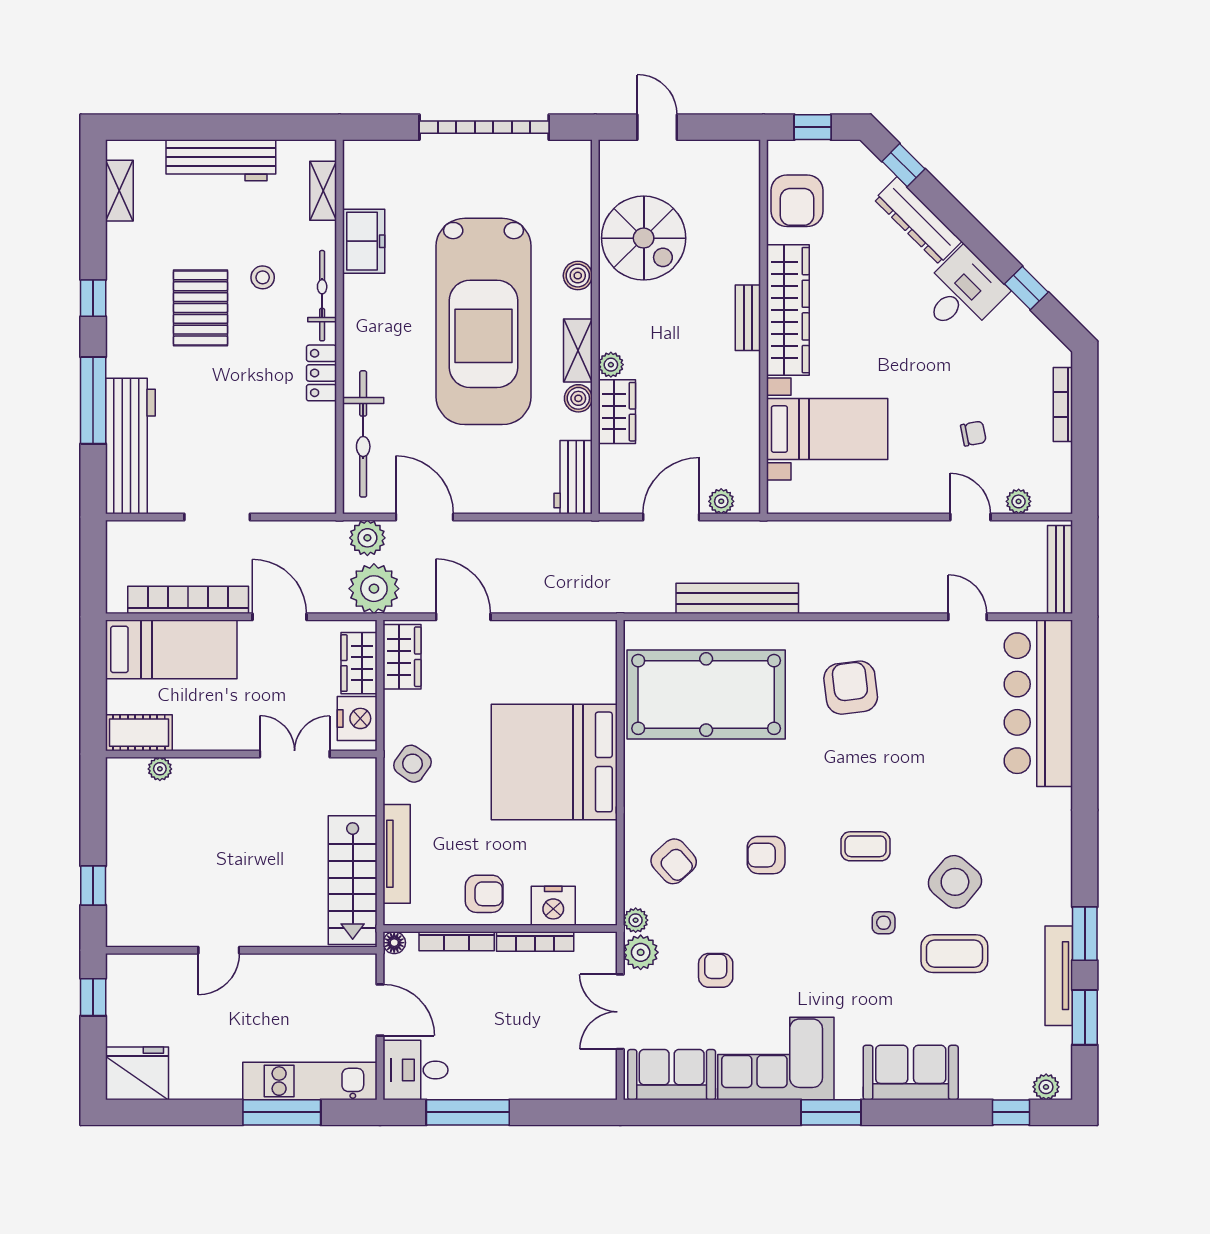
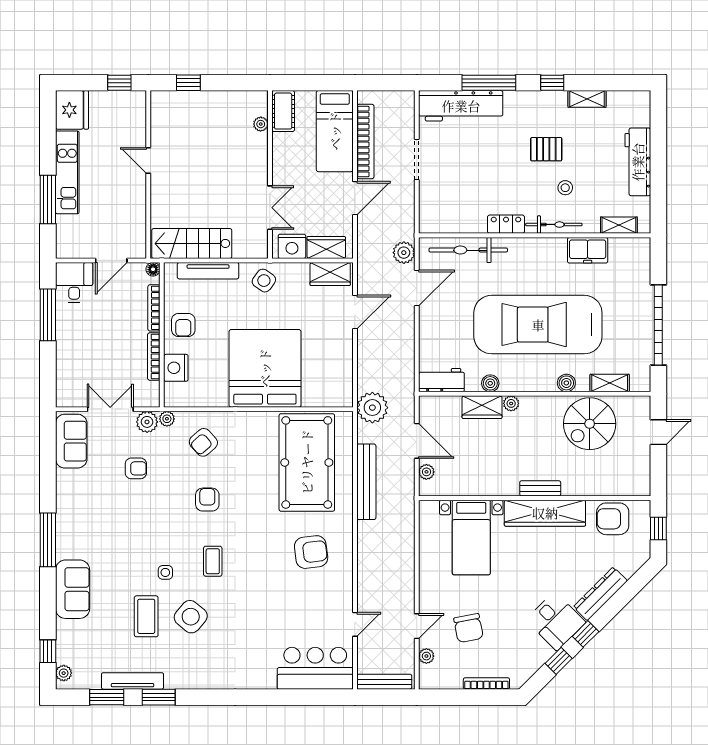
window: (903, 165) -> (586, 634), moved
shelving: (119, 191) -> (587, 99), moved
pallet: (201, 308) -> (546, 149), width x0.67, depth x0.71
shelving: (578, 350) -> (610, 383), moved
chair: (973, 434) -> (468, 628), width x1.87, depth x1.87
plant: (374, 589) -> (372, 408), moved
bar counter: (1038, 703) -> (315, 668), width x0.73
corner sofa: (776, 1059) -> (81, 506), removed
kitchen unit: (310, 1081) -> (67, 172), moved
window: (831, 1112) -> (48, 540), width x1.44

